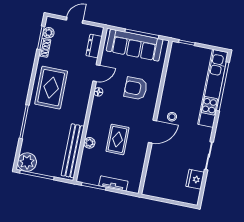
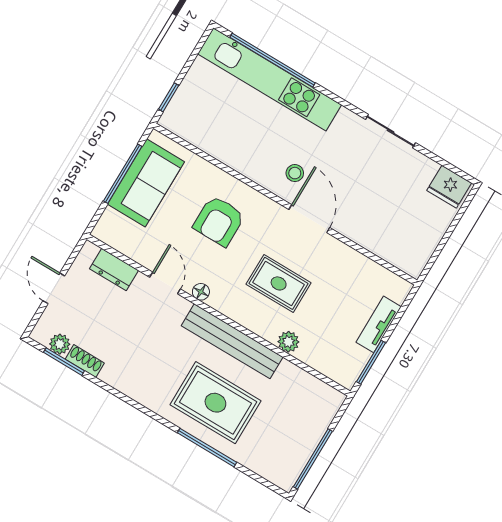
sofa: (135, 45) -> (146, 183), width x0.73
rug: (51, 88) -> (215, 403), moved
rug: (117, 139) -> (279, 283), moved
bench: (73, 151) -> (232, 341), moved
plant: (27, 162) -> (283, 469), removed
fridge: (195, 179) -> (449, 187), moved

